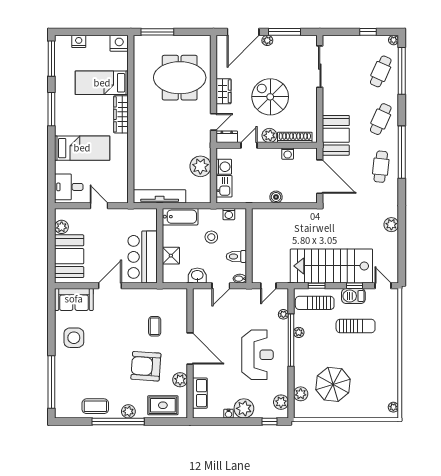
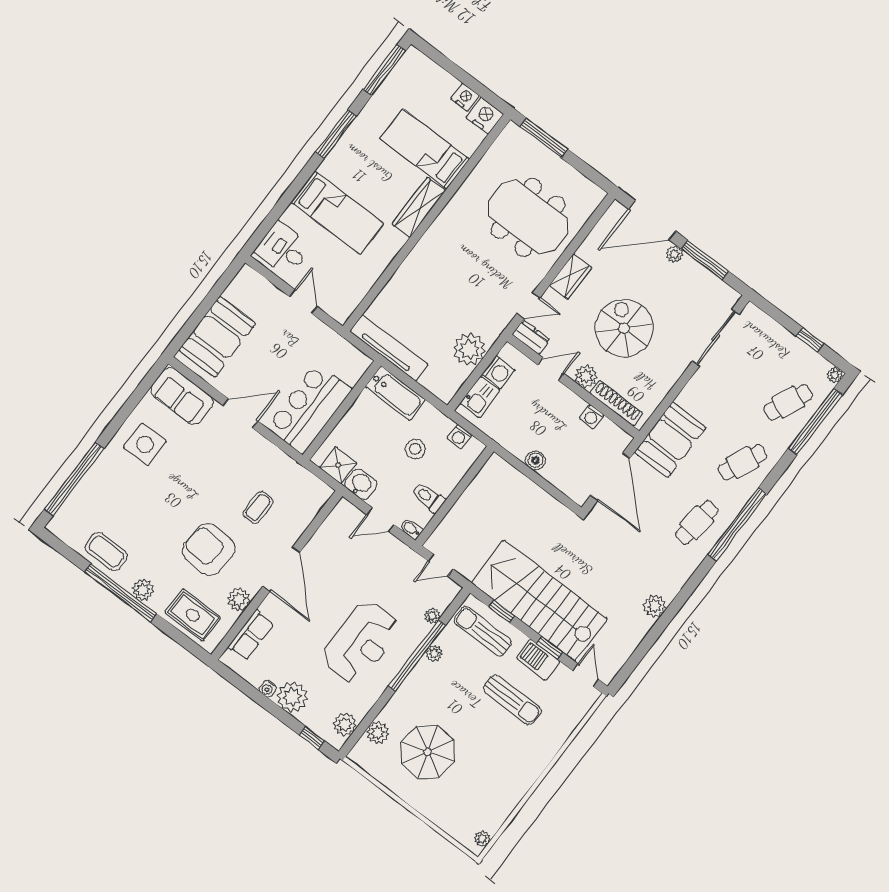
nightstand: (79, 41) -> (465, 97), moved
plant: (62, 227) -> (236, 292), removed
shower: (171, 256) -> (338, 465), moved

